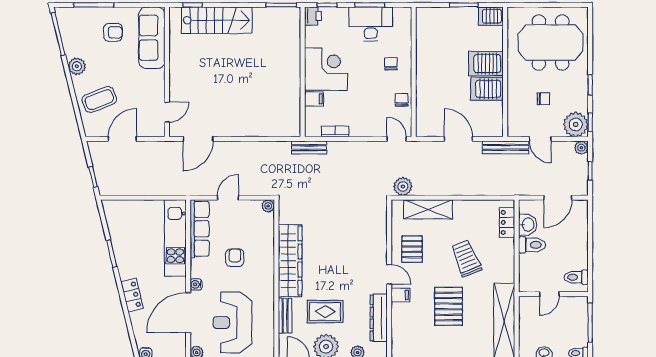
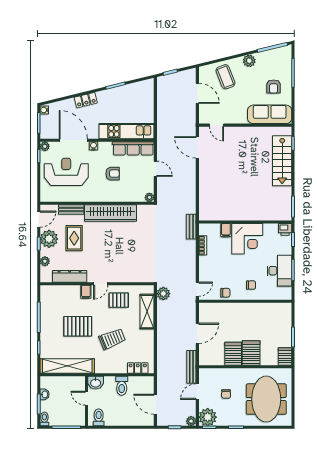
washbasin: (528, 225) -> (96, 383), moved

